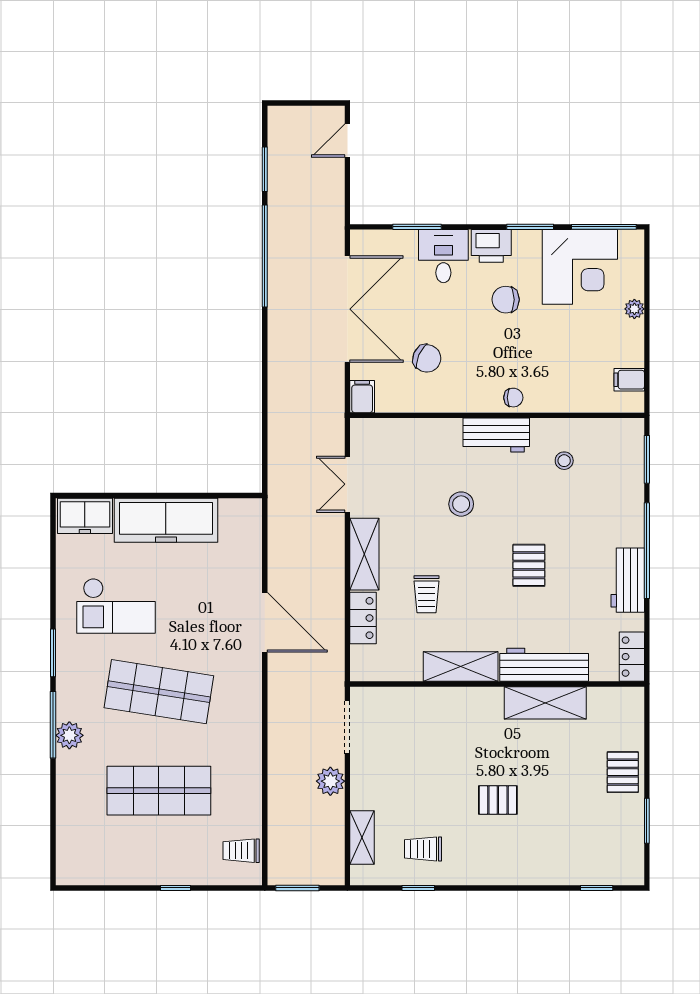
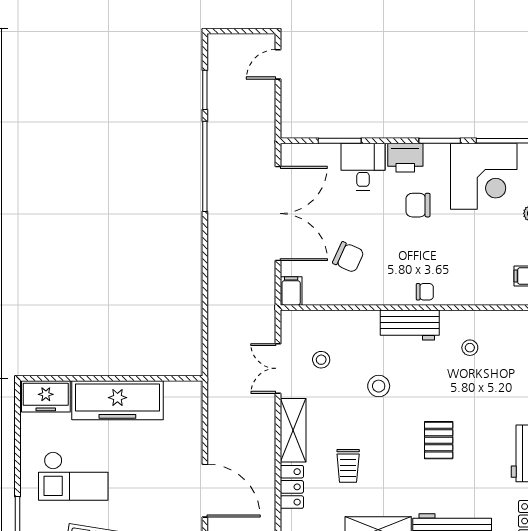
stool: (396, 474) -> (321, 360), added

